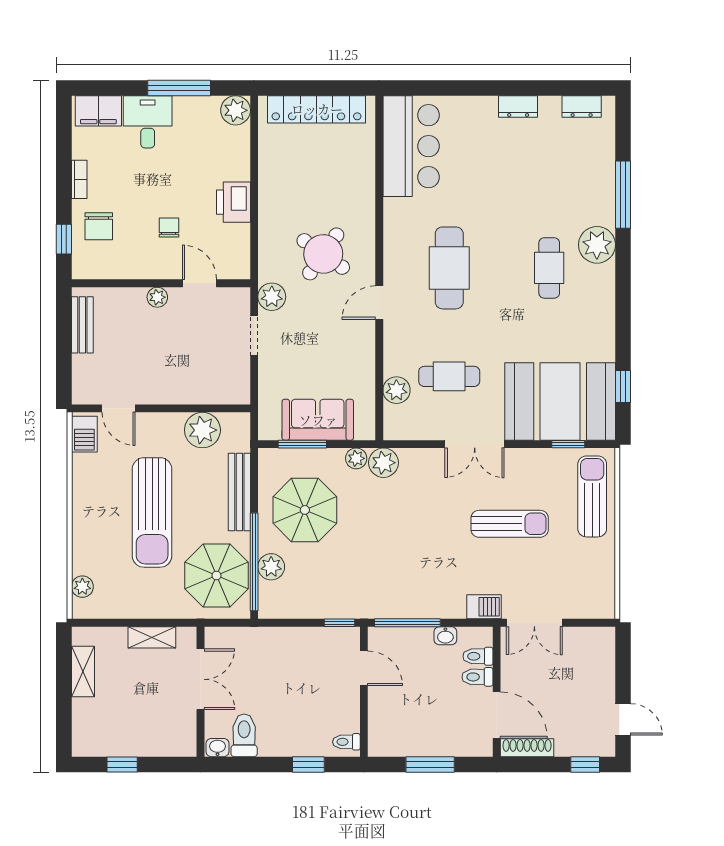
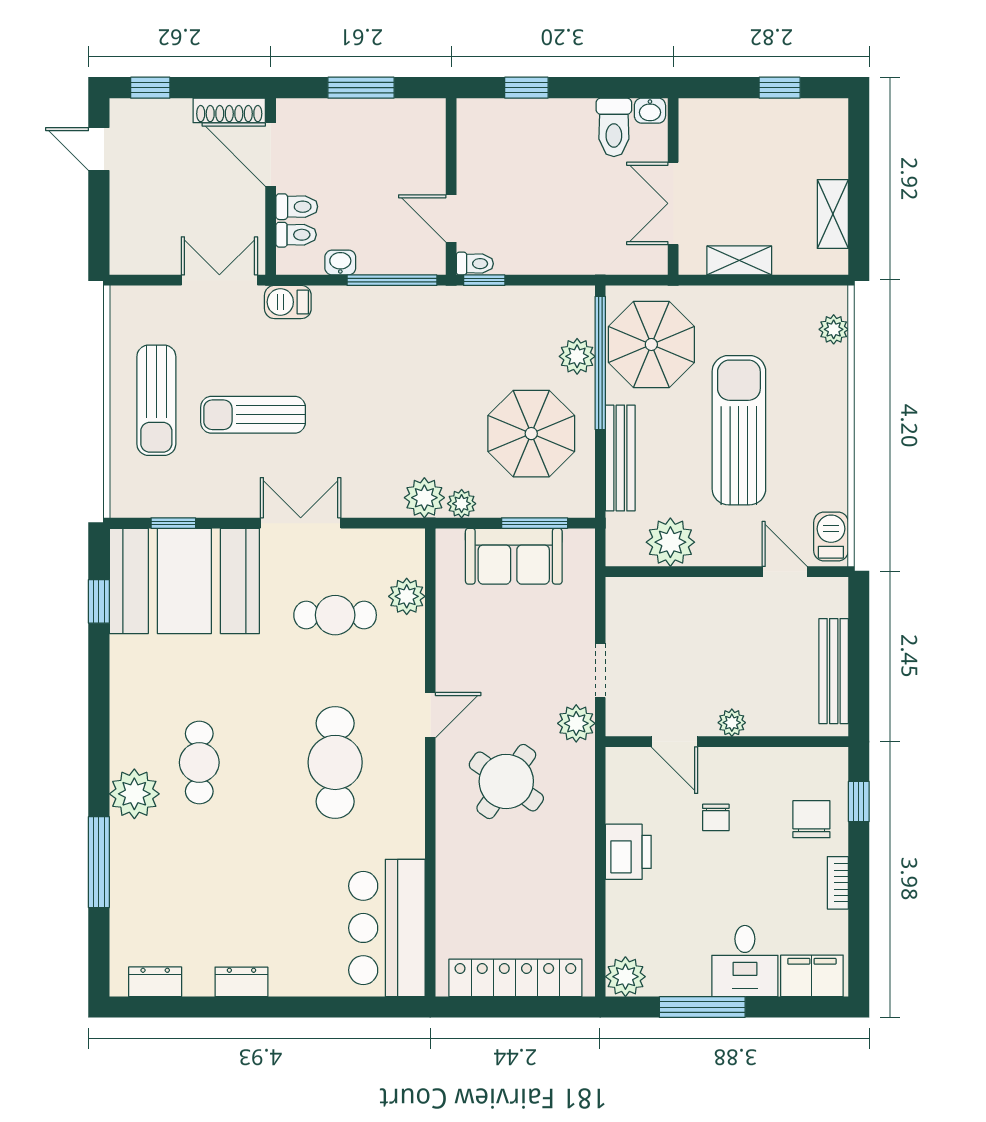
bench: (82, 325) -> (834, 671), width x1.36
sun lounger: (592, 496) -> (156, 400), moved
toilet: (346, 742) -> (475, 264), moved

